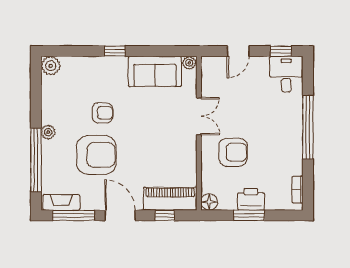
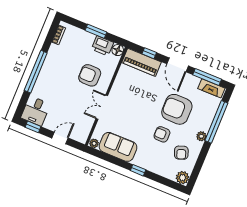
armchair: (66, 99) -> (181, 153), added
printer: (251, 199) -> (103, 46), moved

